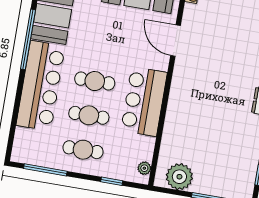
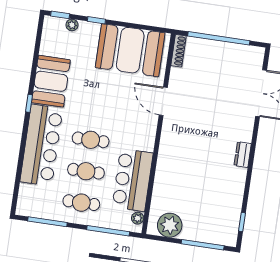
window: (28, 39) -> (29, 103), width x0.32
bar counter: (144, 101) -> (133, 180), moved
window: (112, 181) -> (108, 231), width x2.17

